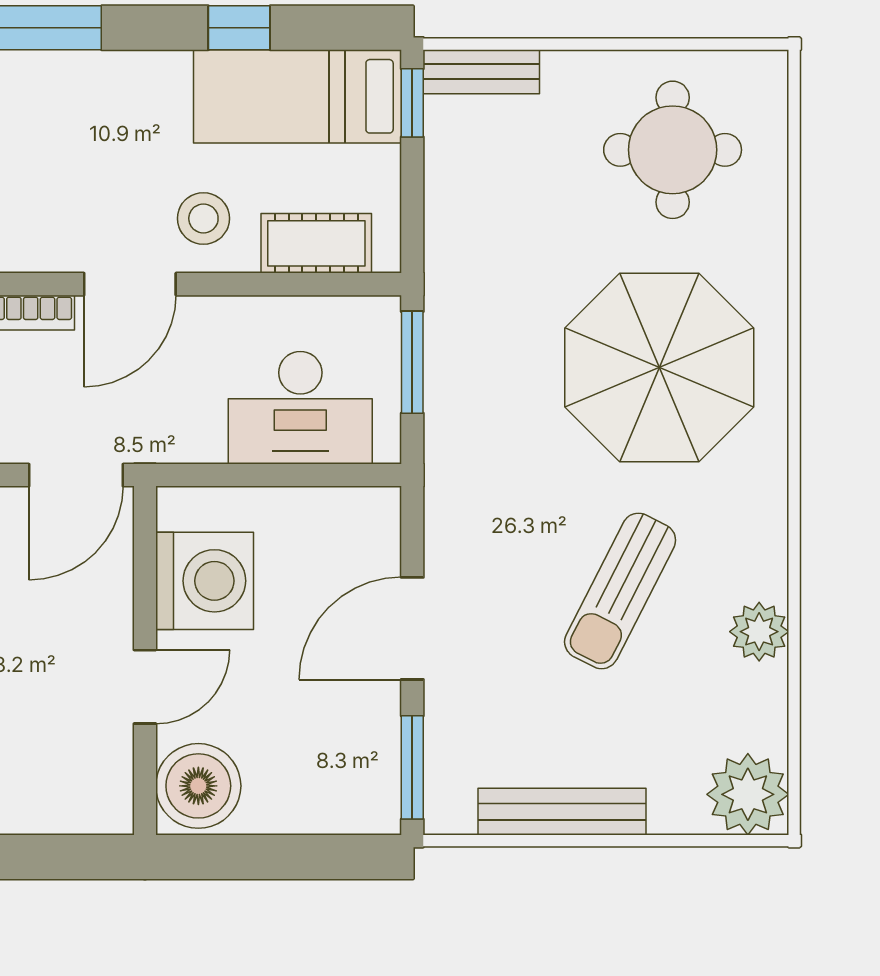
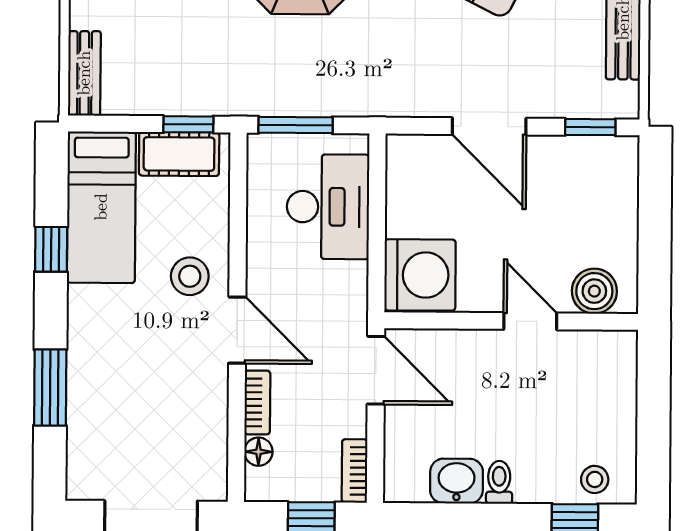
window: (412, 103) -> (188, 124), moved
cot: (316, 243) -> (179, 154), moved, turned 90
washing machine: (205, 581) -> (420, 275), moved, turned 90
window: (412, 767) -> (590, 127), width x0.67
boiler: (198, 786) -> (594, 291), width x0.73, depth x0.73

